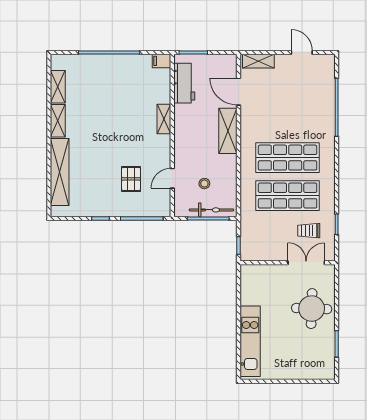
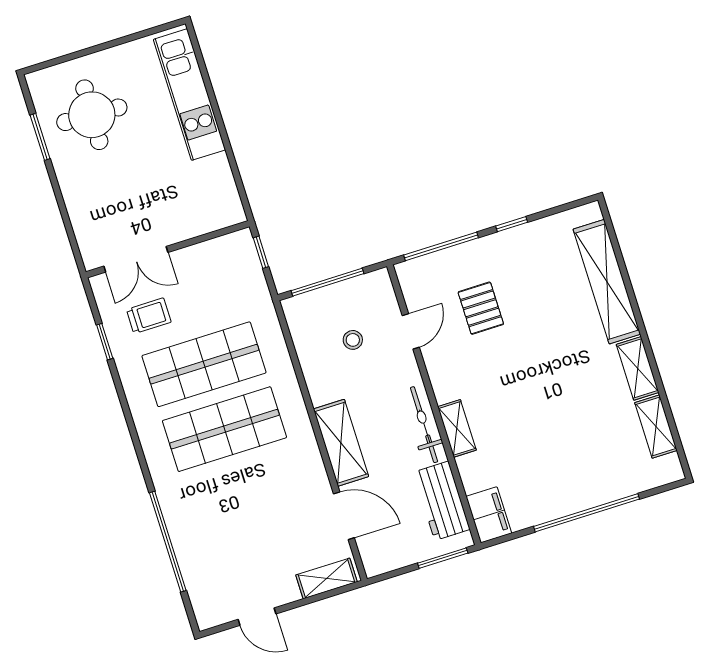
filing cabinet: (161, 61) -> (489, 515), width x2.00
bicycle: (211, 210) -> (424, 425), moved, turned 90
round table: (312, 309) -> (92, 115), moved

